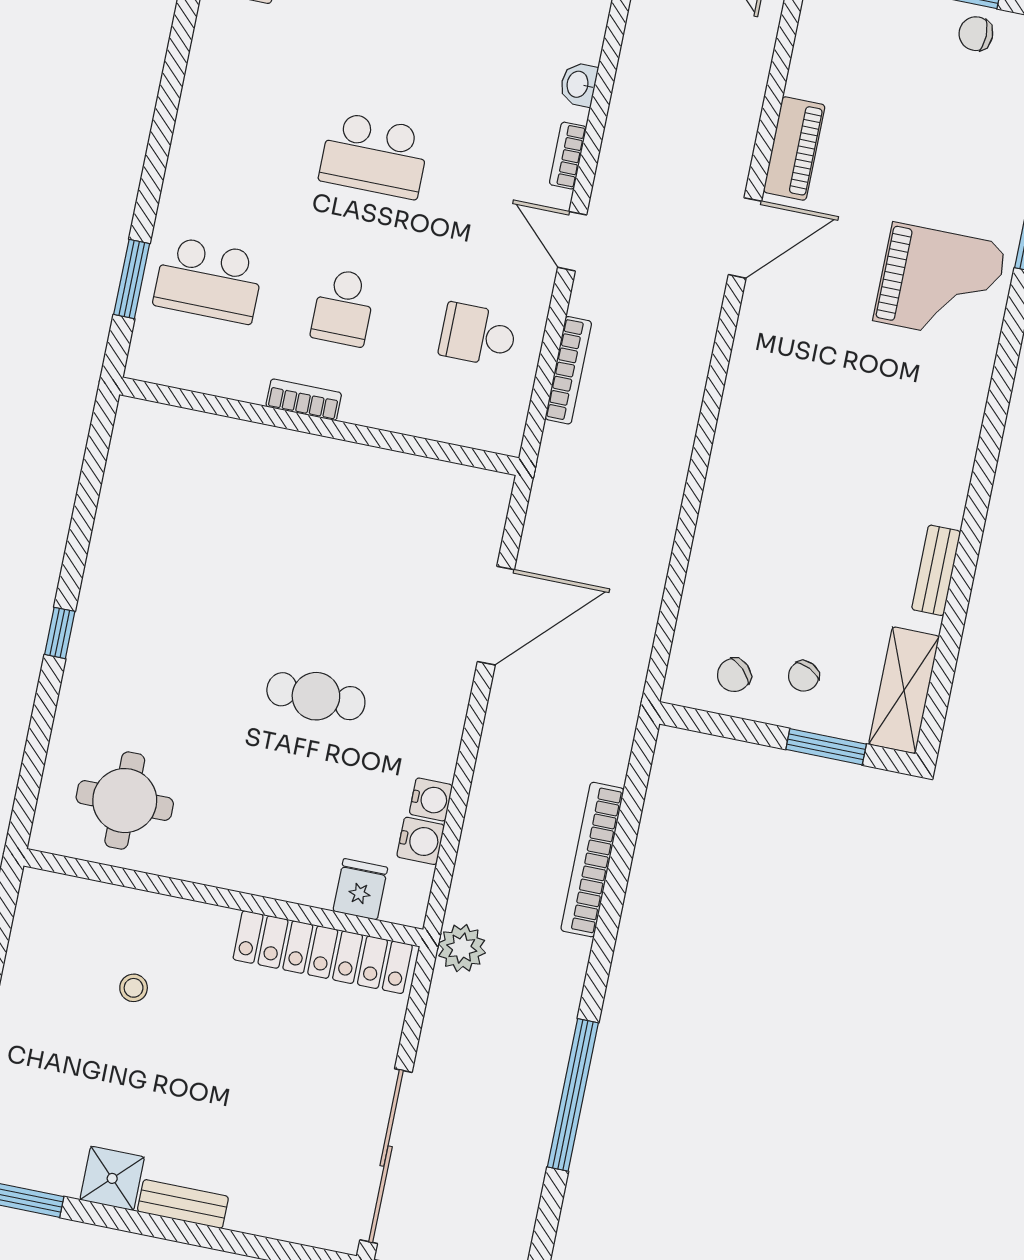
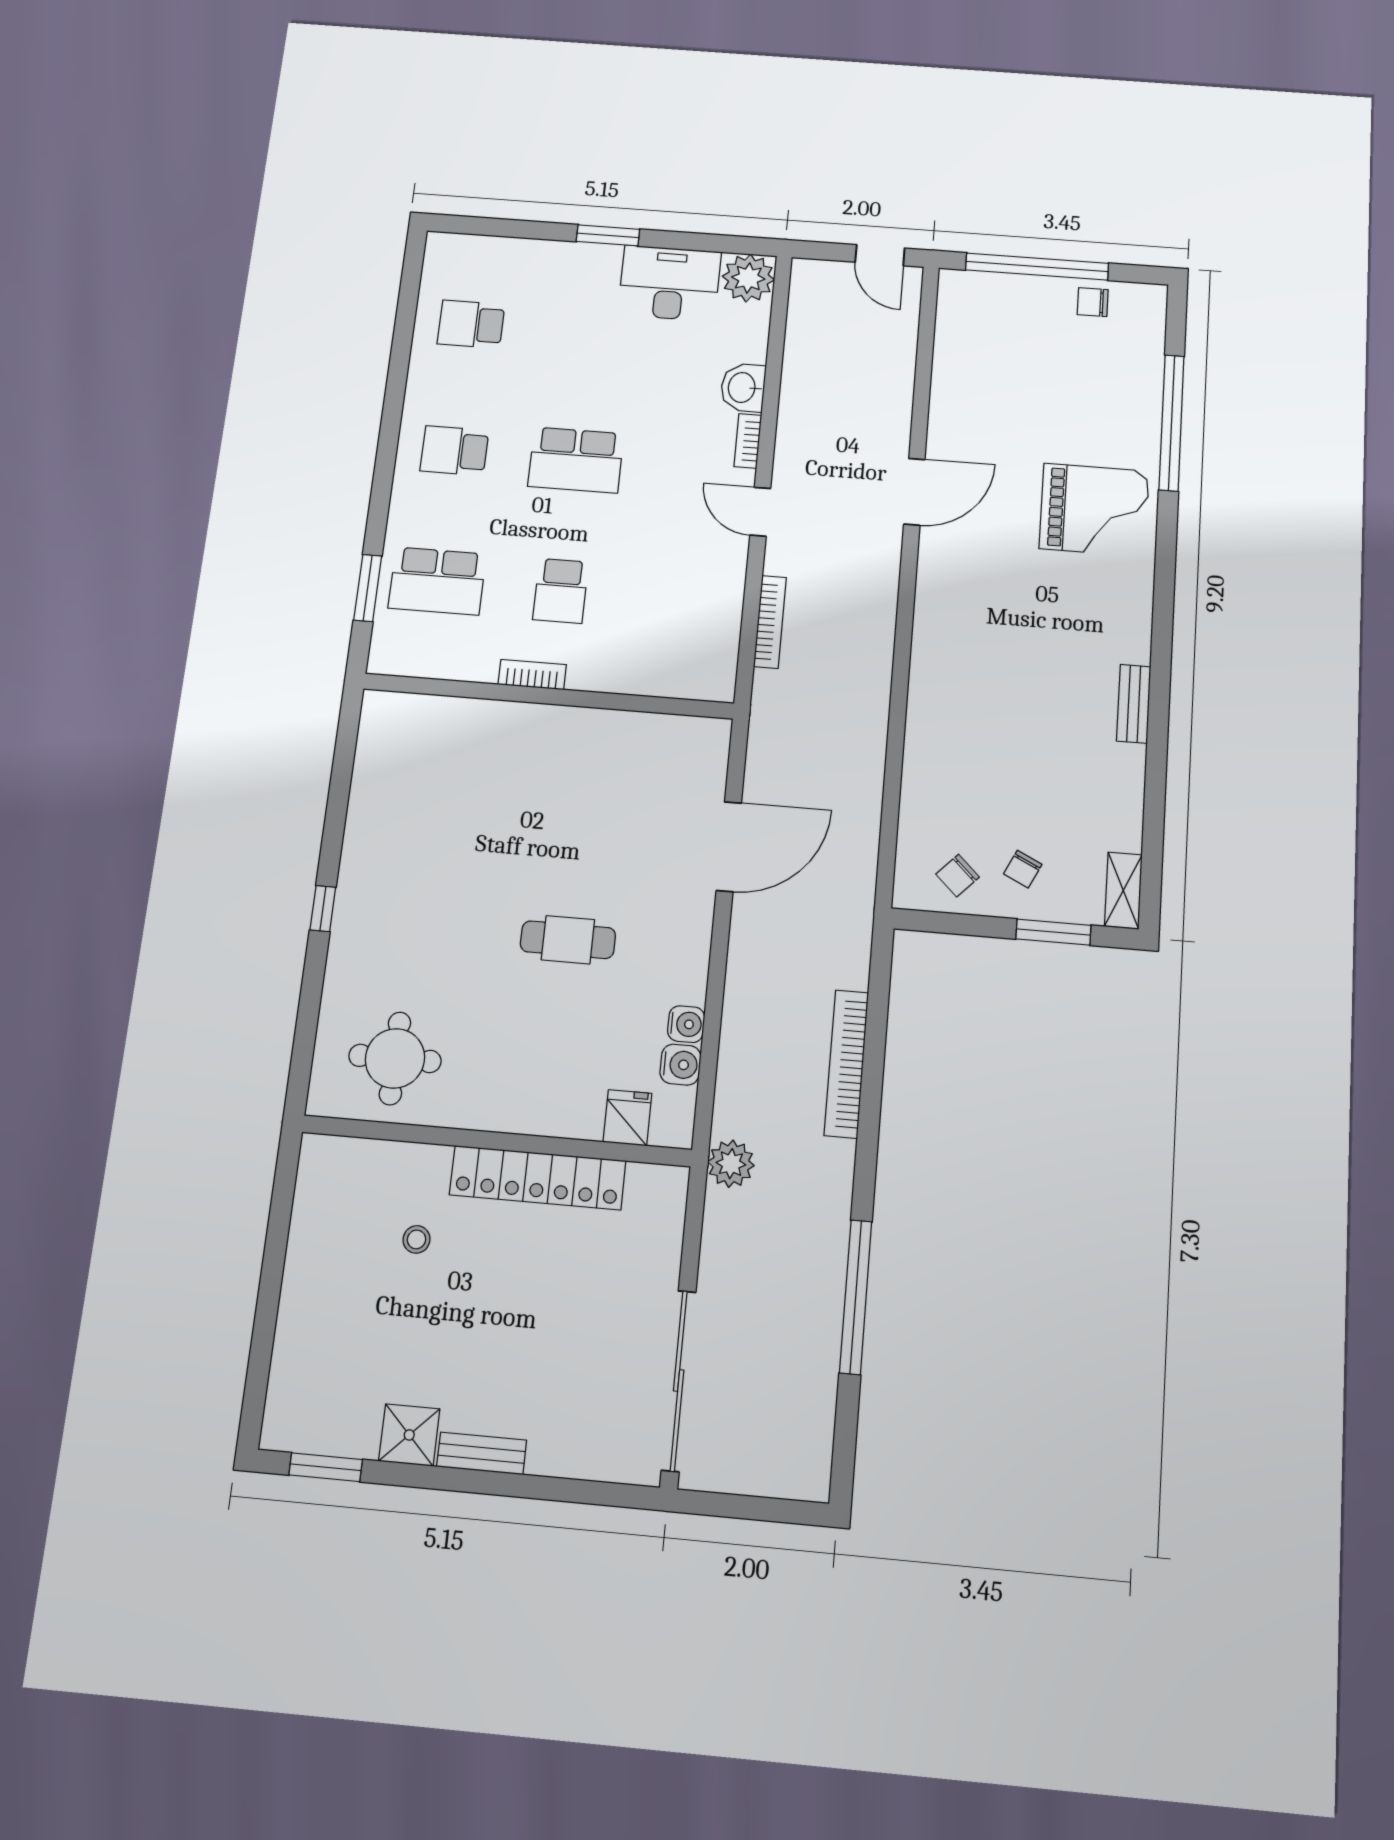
washbasin: (578, 84) -> (743, 388), width x1.38, depth x1.45
piano: (794, 149) -> (947, 413), removed
school desk: (478, 335) -> (454, 451), moved
bench: (936, 570) -> (1134, 704), moved
shelving: (904, 690) -> (1123, 890), width x0.67, depth x0.75
locker: (323, 952) -> (538, 1178), moved

